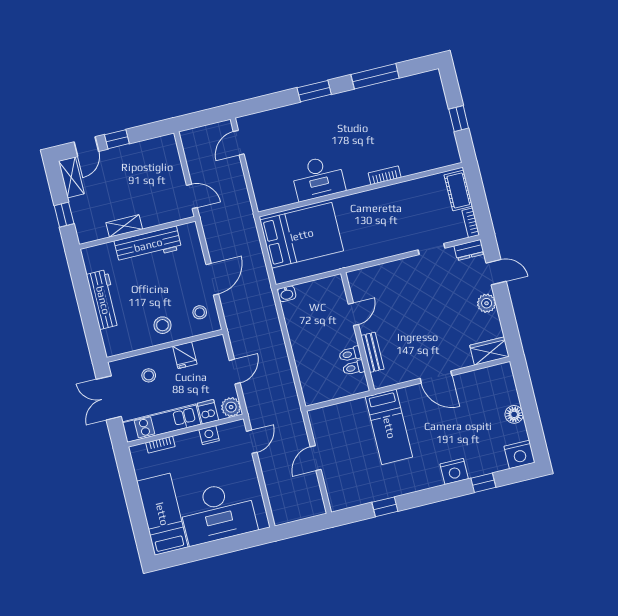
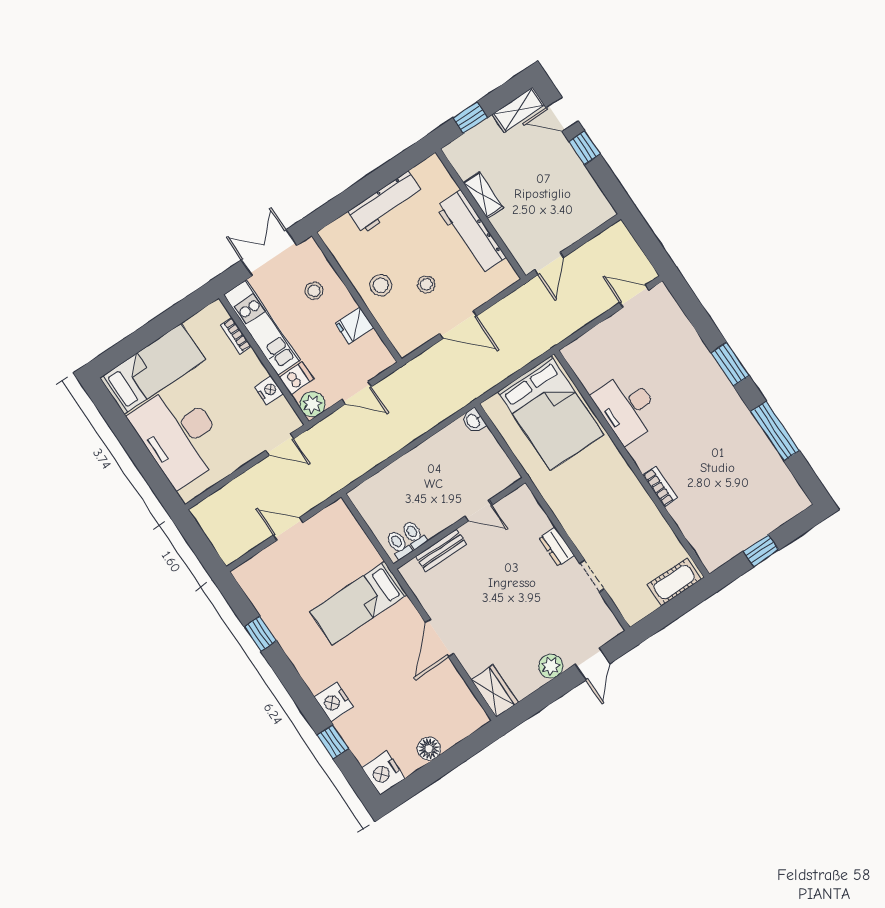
bookcase: (471, 223) -> (641, 611), removed
dresser: (469, 250) -> (557, 547), moved
stool: (200, 312) -> (426, 284), moved
toilet: (350, 354) -> (399, 545), moved

